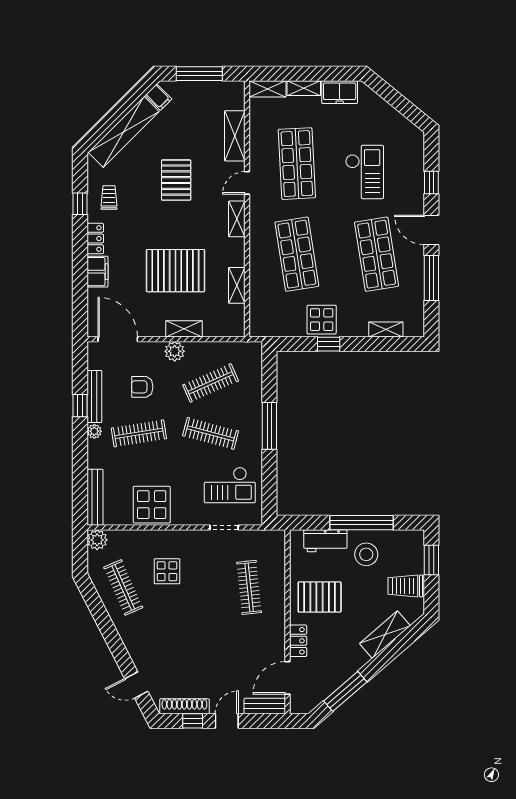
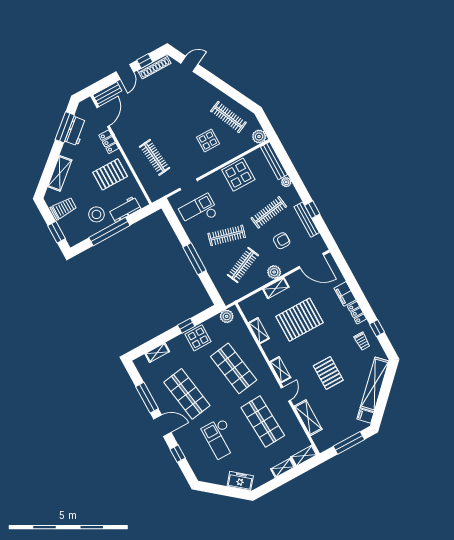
freezer: (340, 92) -> (240, 481), moved, turned 39
plant: (269, 327) -> (227, 316), added
plant: (94, 431) -> (286, 182), moved
workbench: (334, 679) -> (76, 131), added

